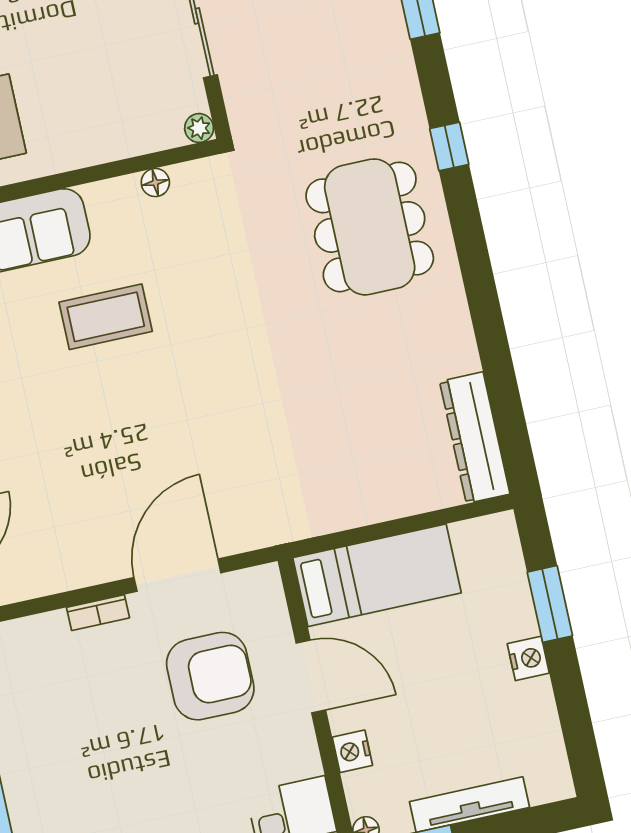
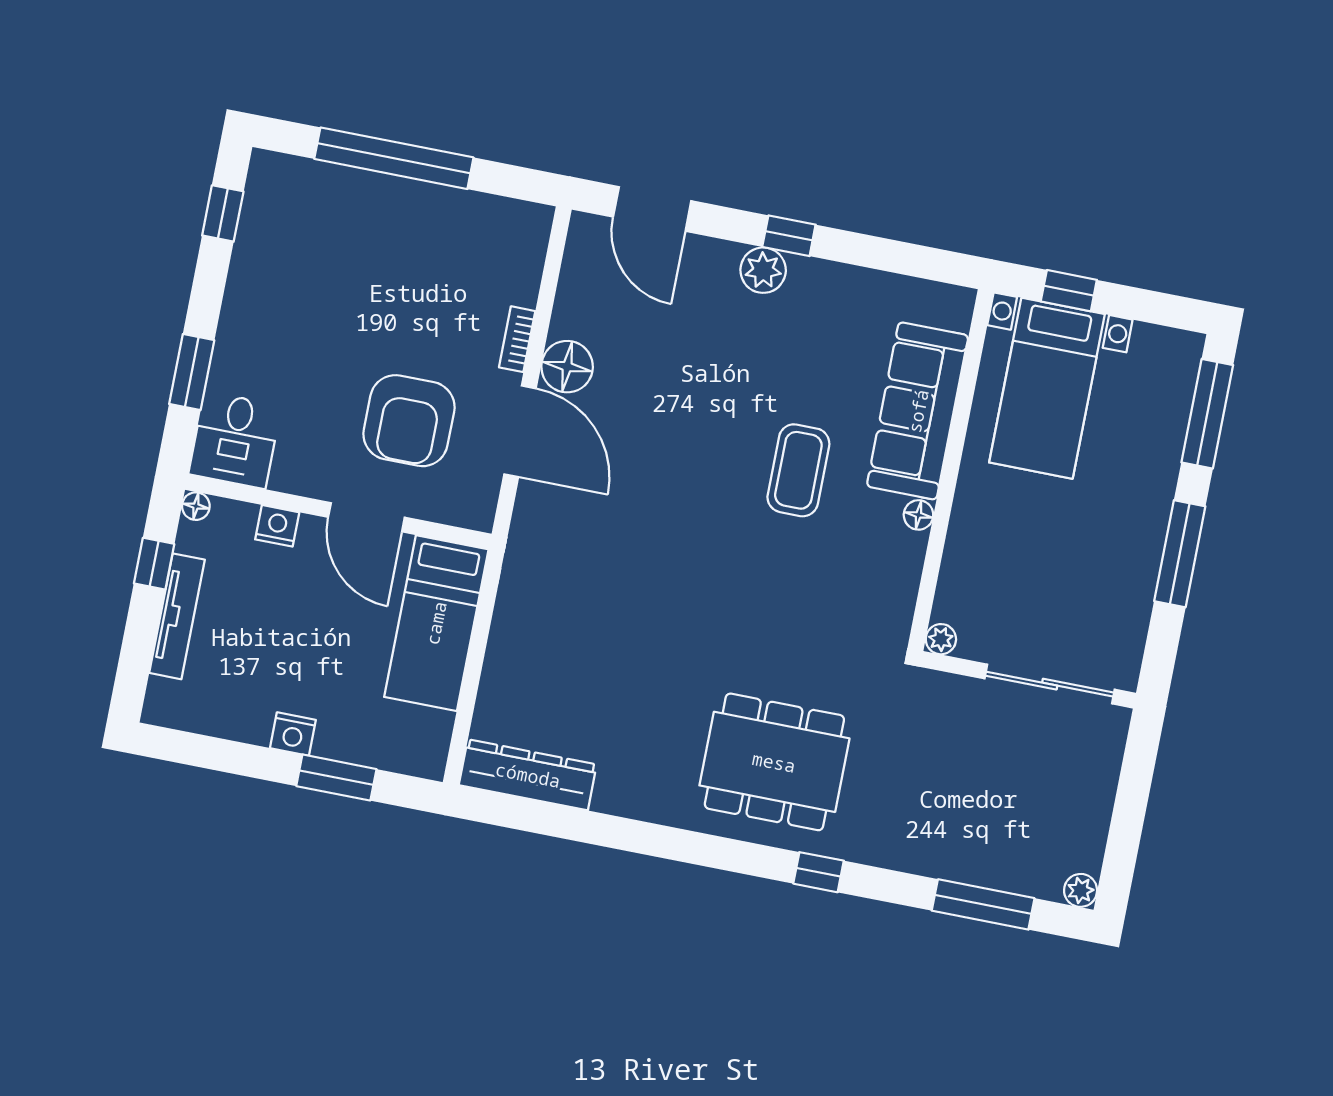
floor lamp: (155, 183) -> (918, 515), moved
floor lamp: (103, 558) -> (567, 367), added
door: (311, 677) -> (366, 517), hinge flipped

